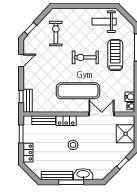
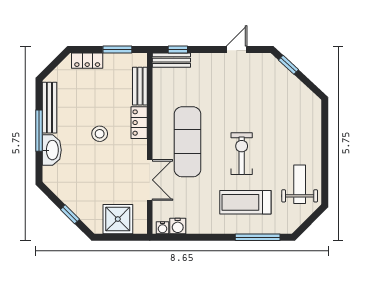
exercise bike: (56, 34) -> (280, 106), removed
treadmill: (115, 55) -> (245, 202), turned 180
door: (21, 61) -> (237, 49), swing flipped

